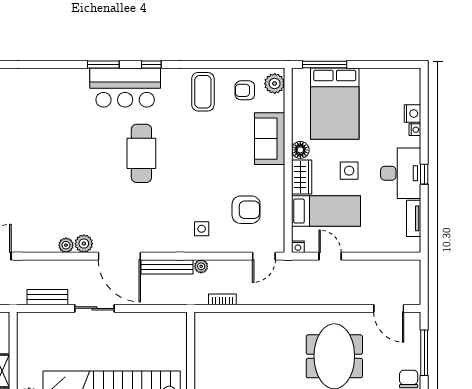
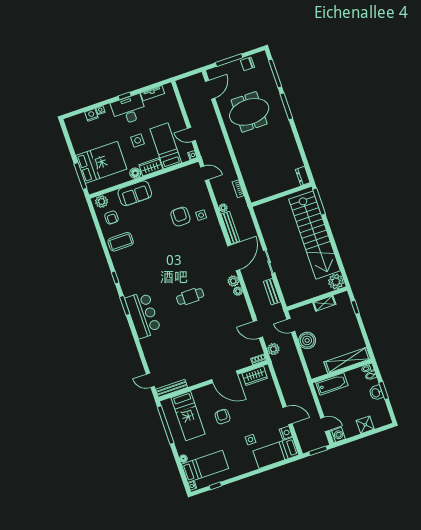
bar counter: (125, 88) -> (143, 315), moved
cafe table: (141, 153) -> (190, 297), moved, width x0.73, depth x0.74
armchair: (246, 210) -> (180, 217), moved
door: (330, 256) -> (191, 134), hinge flipped

